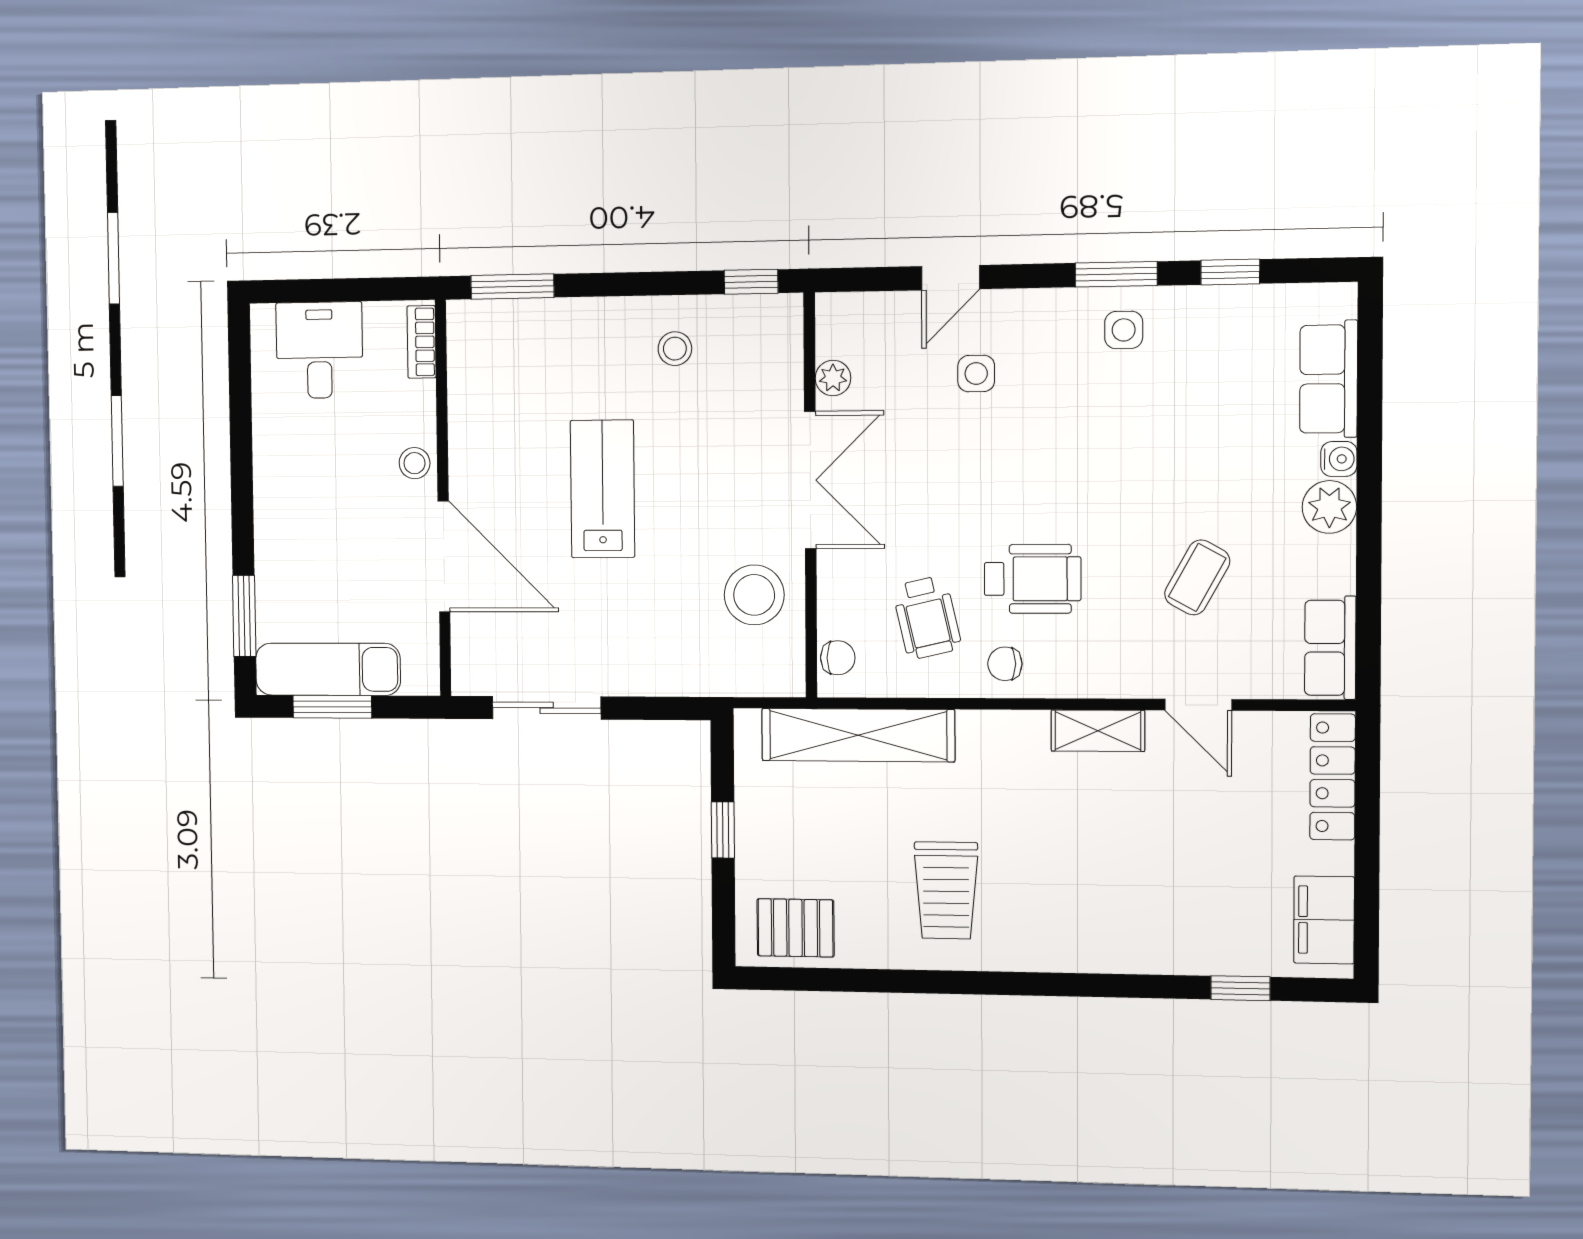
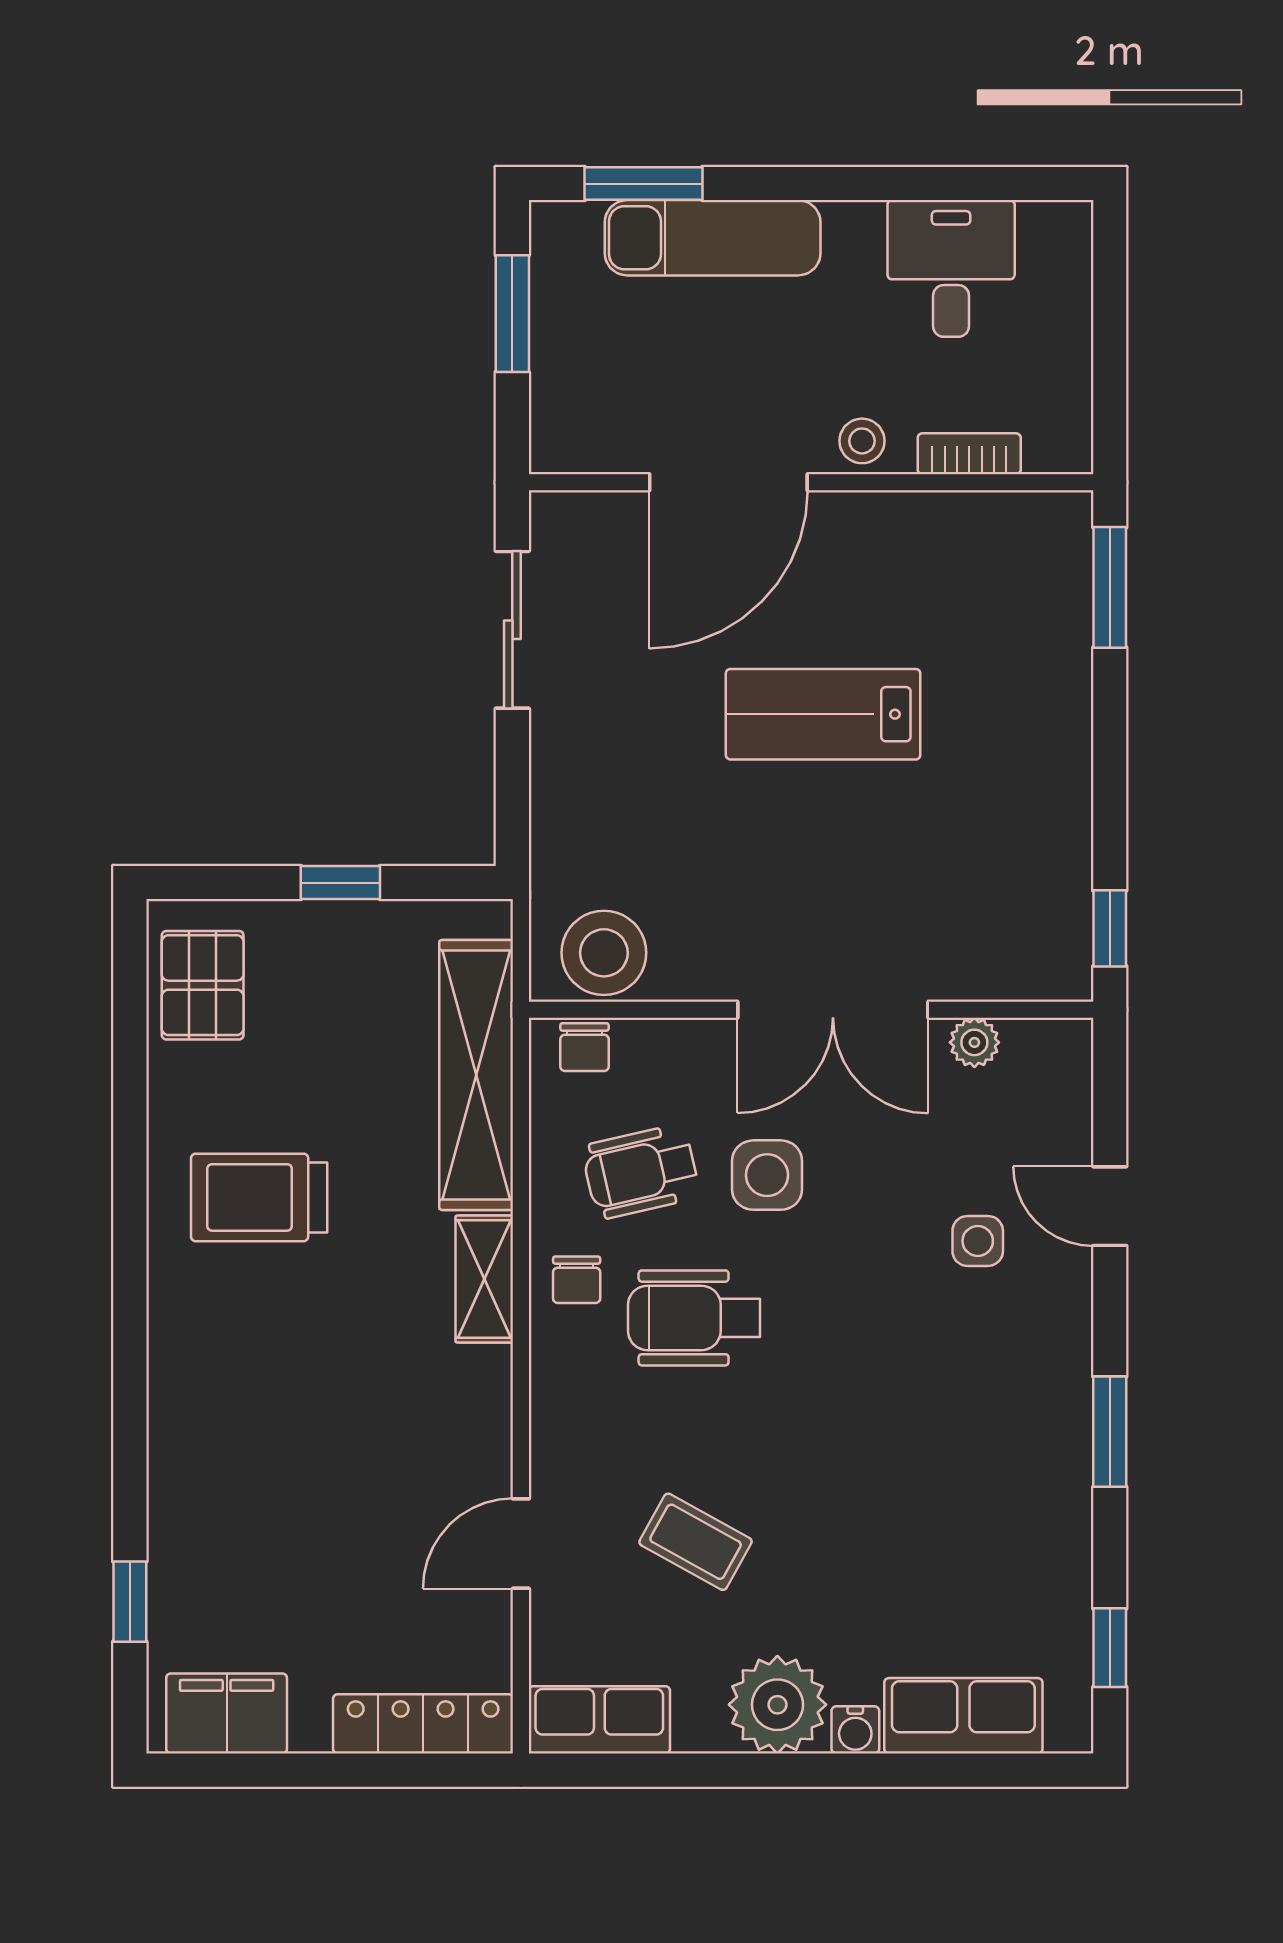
window: (1230, 272) -> (1110, 1648), moved
side table: (1124, 330) -> (767, 1175), moved, width x1.37, depth x1.37
bookcase: (422, 342) -> (969, 454), moved
stool: (675, 349) -> (1019, 820), removed
desk: (319, 350) -> (951, 268), moved, turned -90
lab bench: (603, 489) -> (823, 714), turned 180
plant: (1329, 507) -> (777, 1705), width x1.36, depth x1.36
wheelchair: (1033, 579) -> (694, 1318), turned 90
stool: (754, 595) -> (604, 953), moved
chair: (1005, 664) -> (577, 1280), turned 180
exam couch: (328, 669) -> (713, 238), moved, turned 90
shelving: (1098, 731) -> (484, 1279), moved

